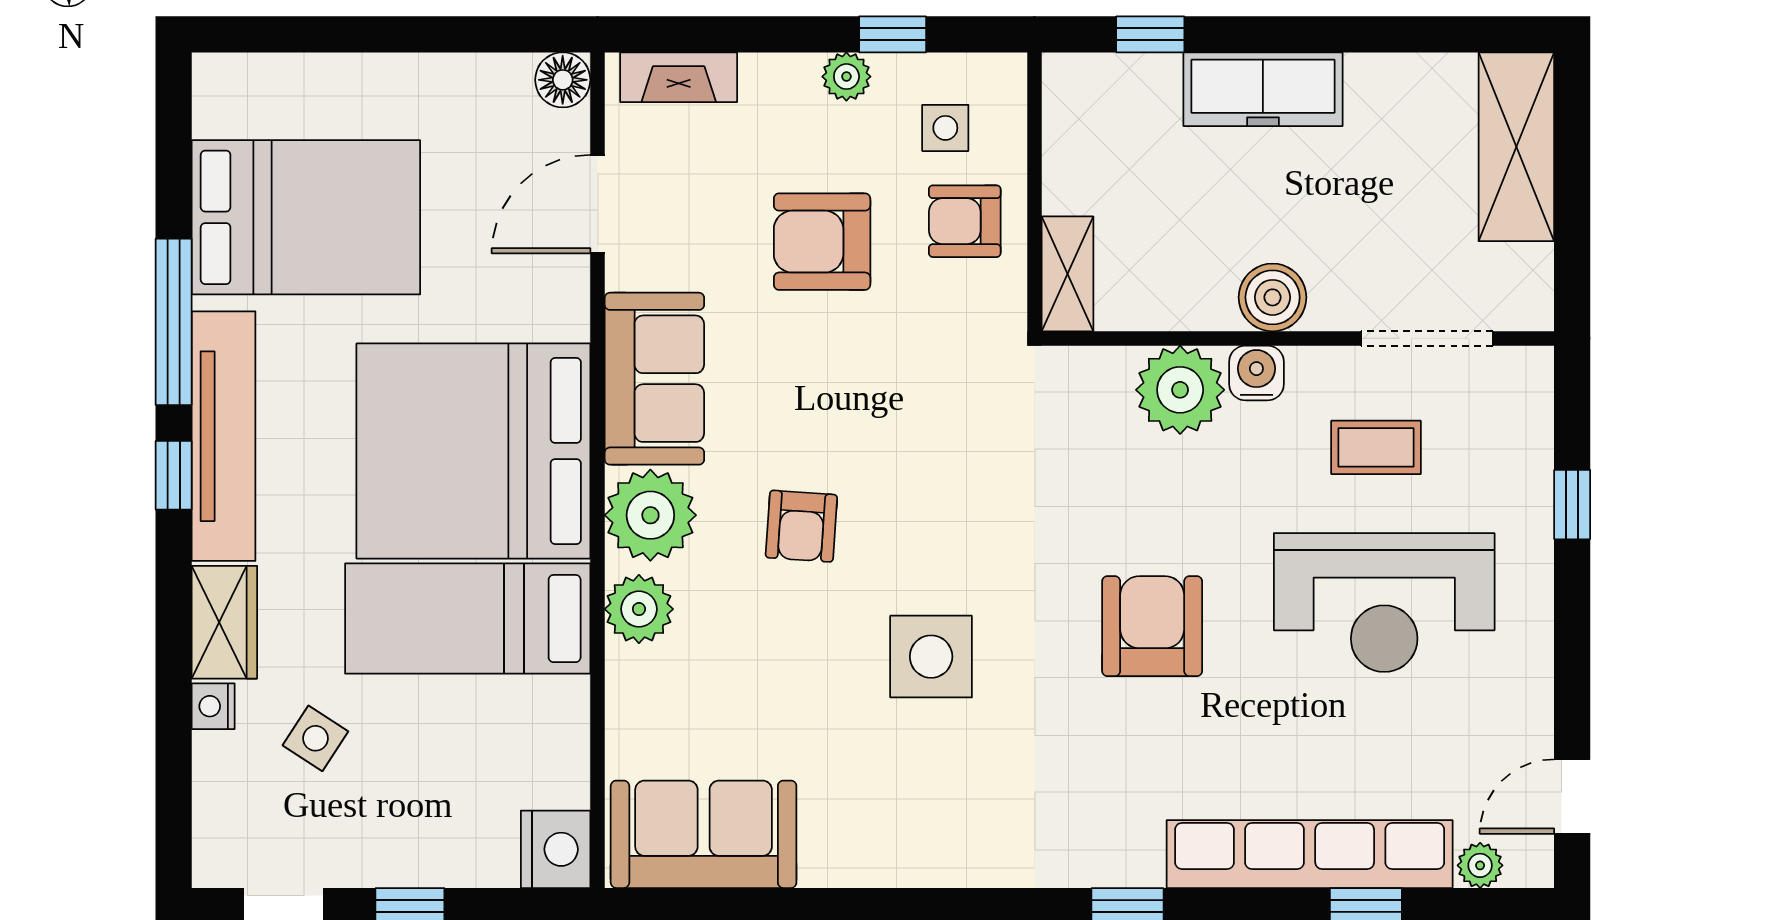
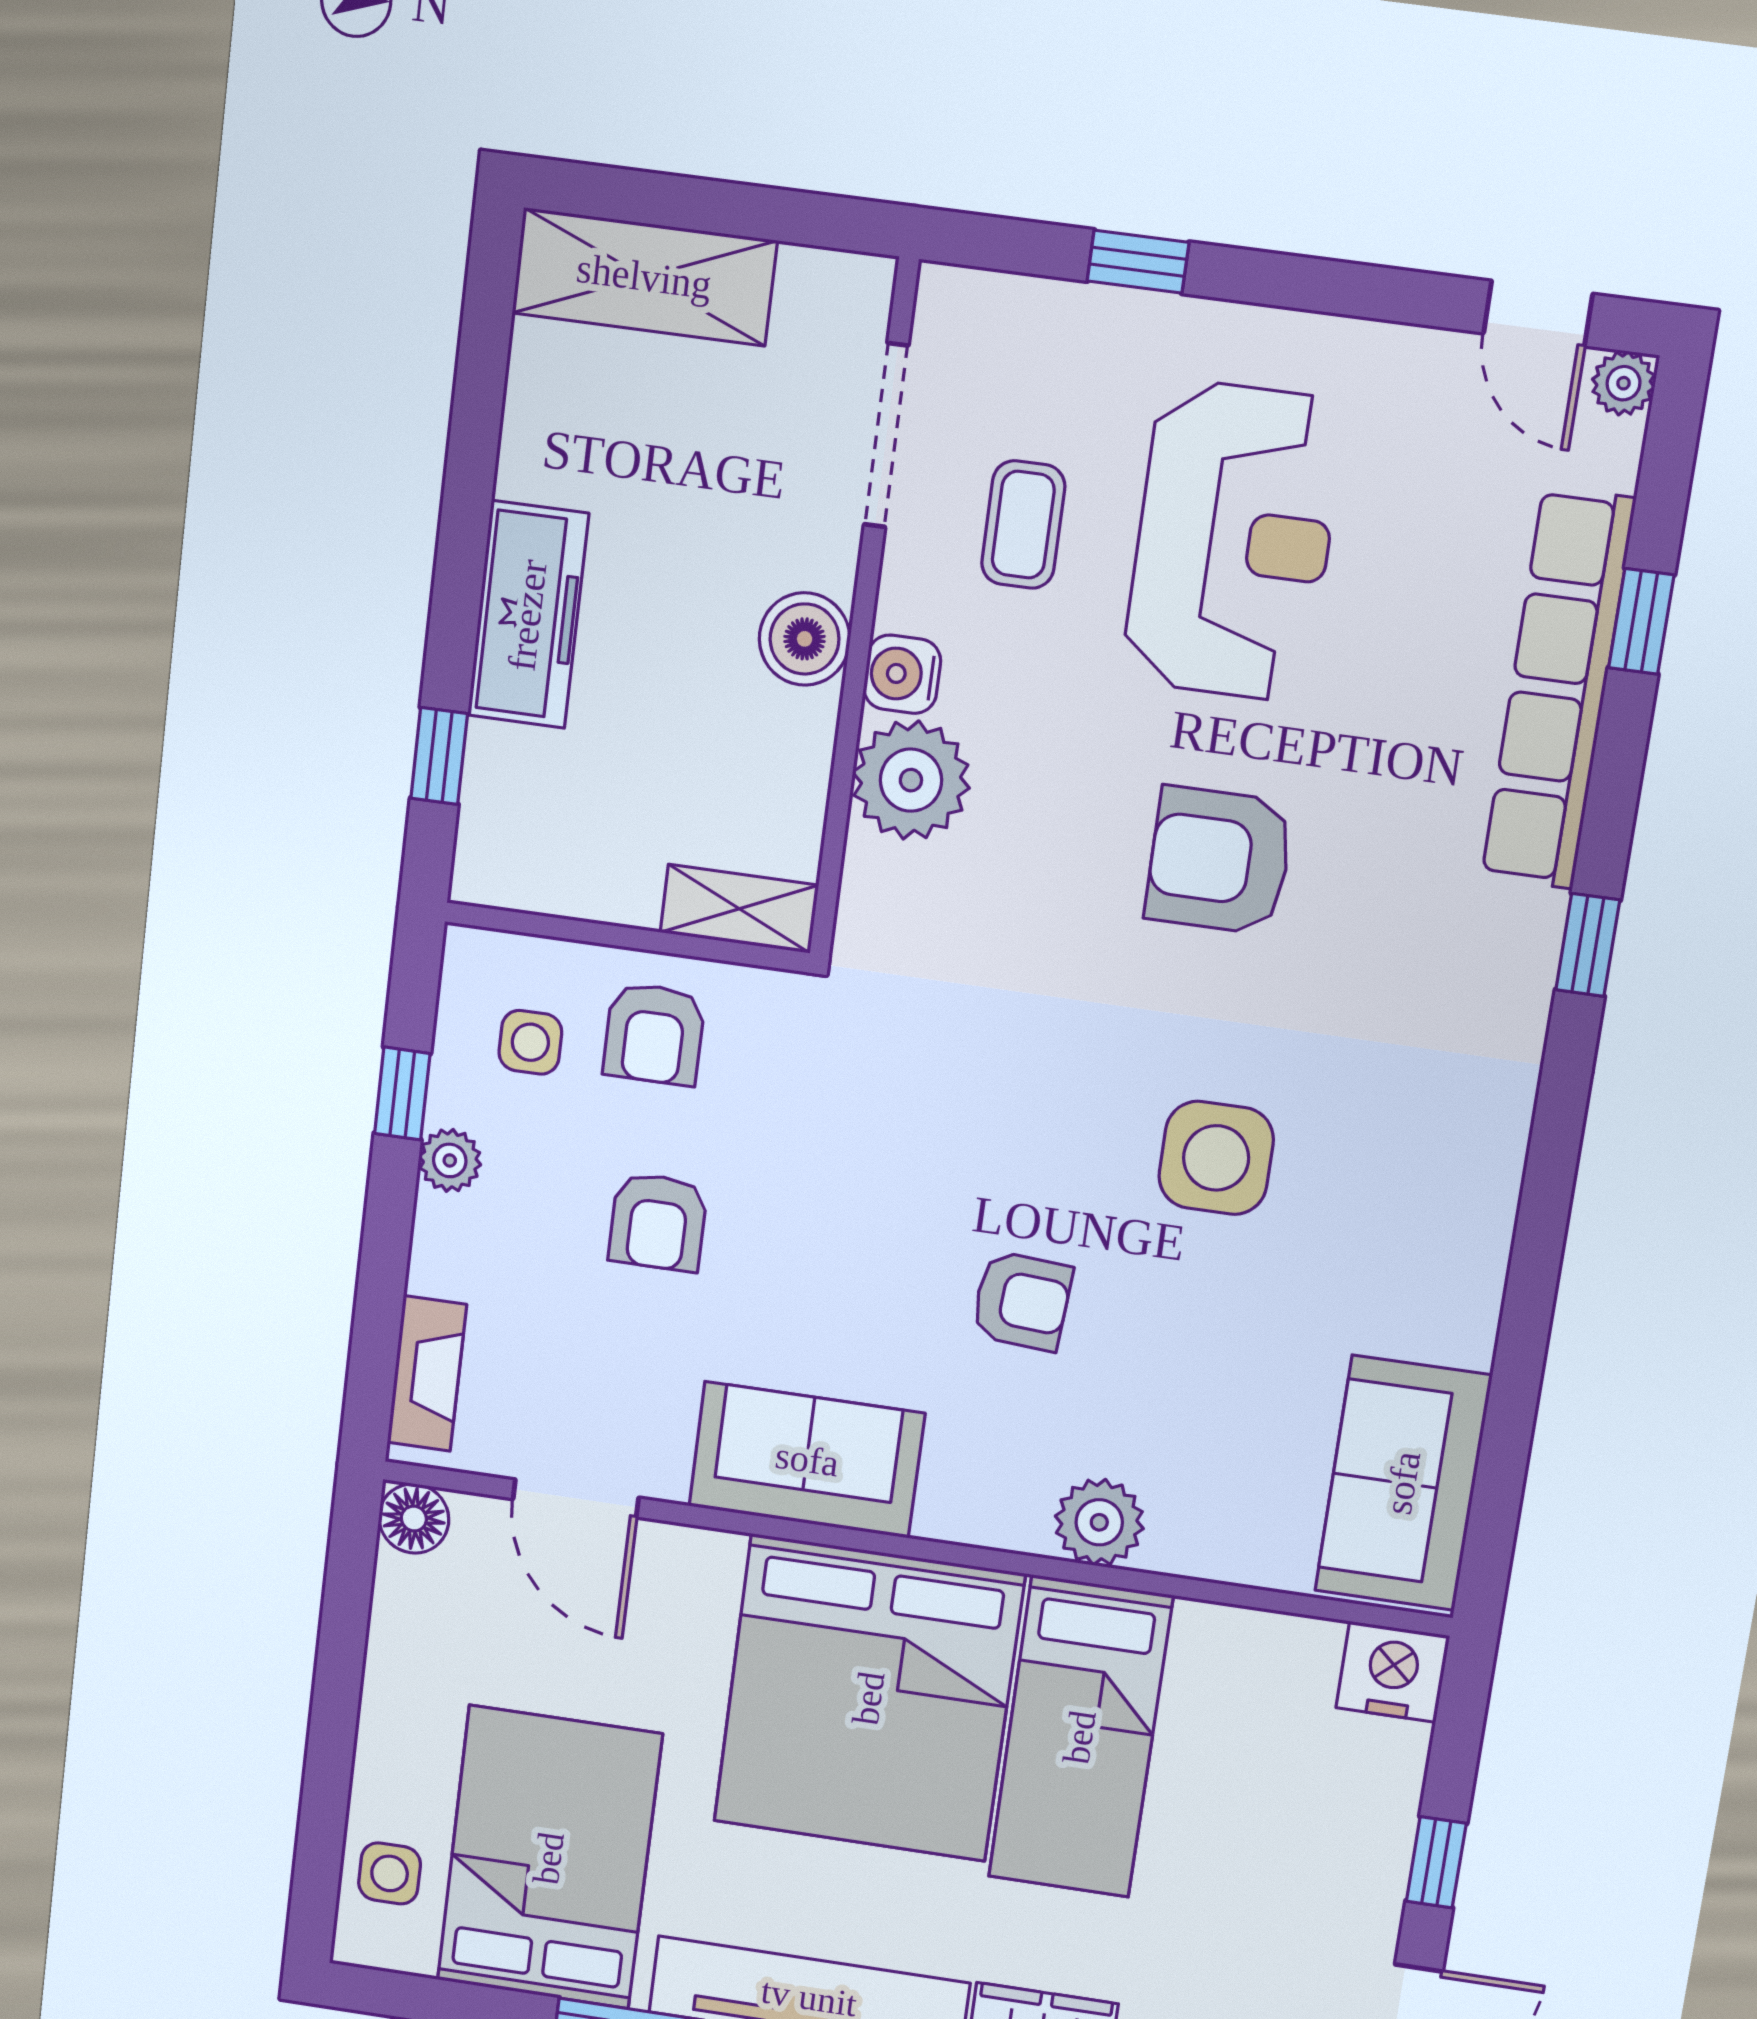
armchair: (822, 242) -> (658, 1222), width x0.72, depth x0.72
plant: (650, 515) -> (981, 1490), removed
side table: (315, 738) -> (390, 1873), moved, turned -33
plant: (1480, 865) -> (1624, 383), moved

